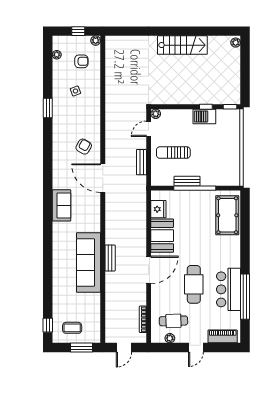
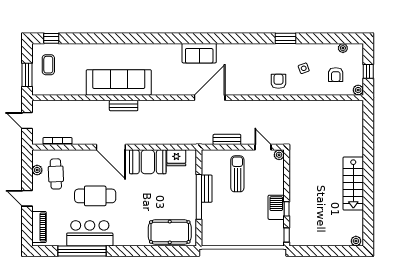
armchair: (84, 147) -> (278, 81), moved, turned -120
sofa: (61, 205) -> (199, 53), moved

